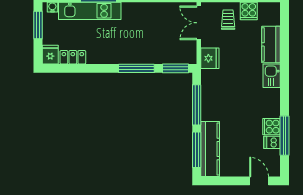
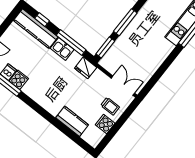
fridge: (210, 58) -> (86, 68), moved
kitchen sink: (272, 76) -> (62, 49), moved, turned 180
window: (197, 150) -> (42, 20), width x0.46

